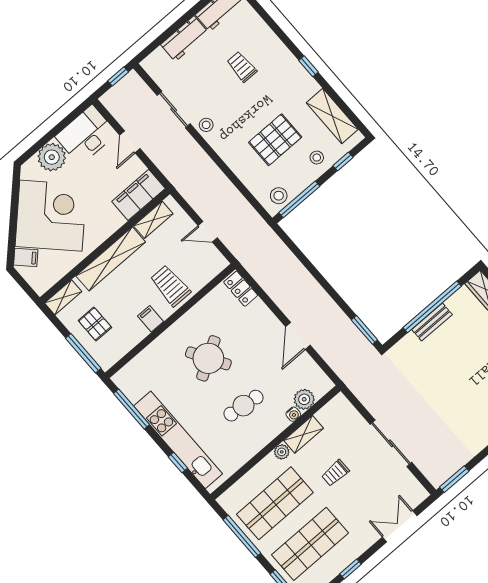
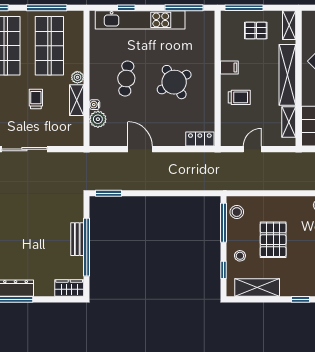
trolley: (170, 286) -> (239, 97), width x0.73, depth x0.72

